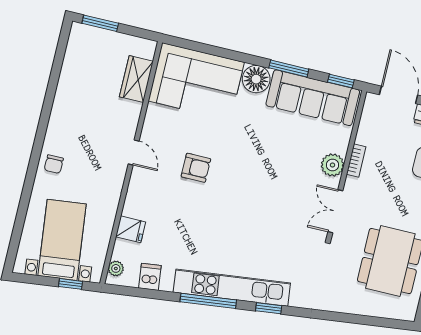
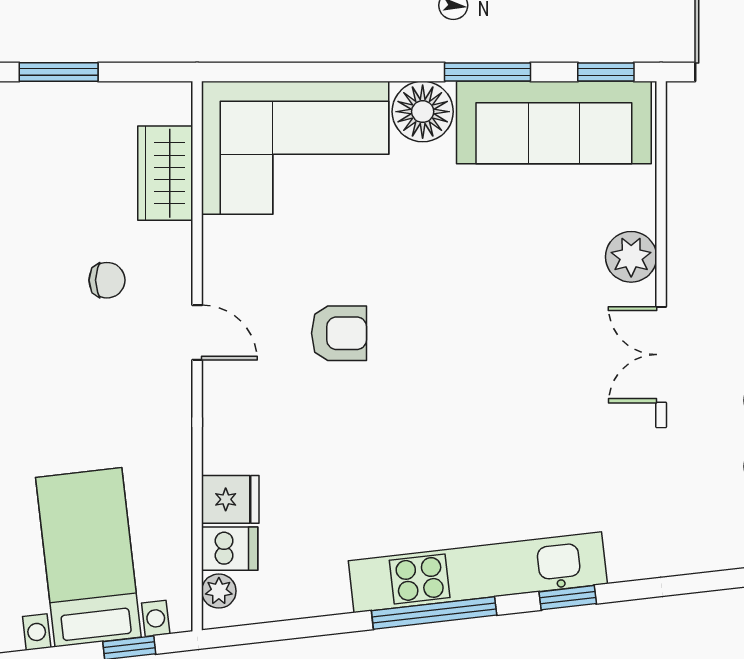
bookcase: (356, 160) -> (680, 235), removed
chair: (54, 164) -> (107, 280), moved, turned -90
dishwasher: (150, 277) -> (230, 549), moved, turned 97

